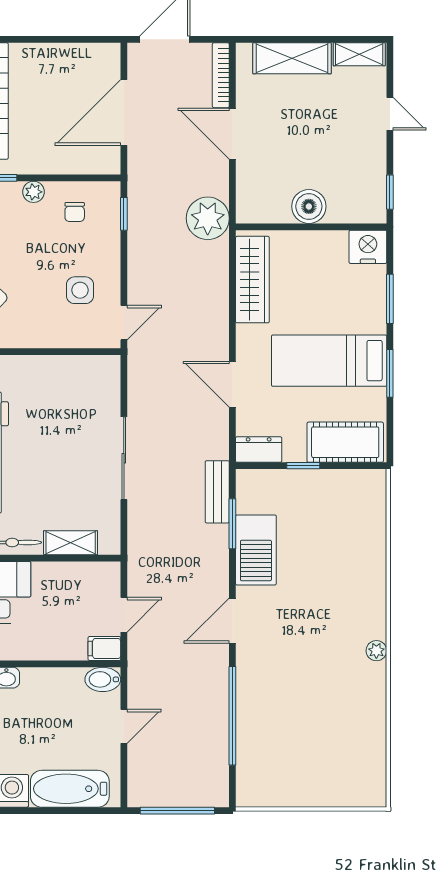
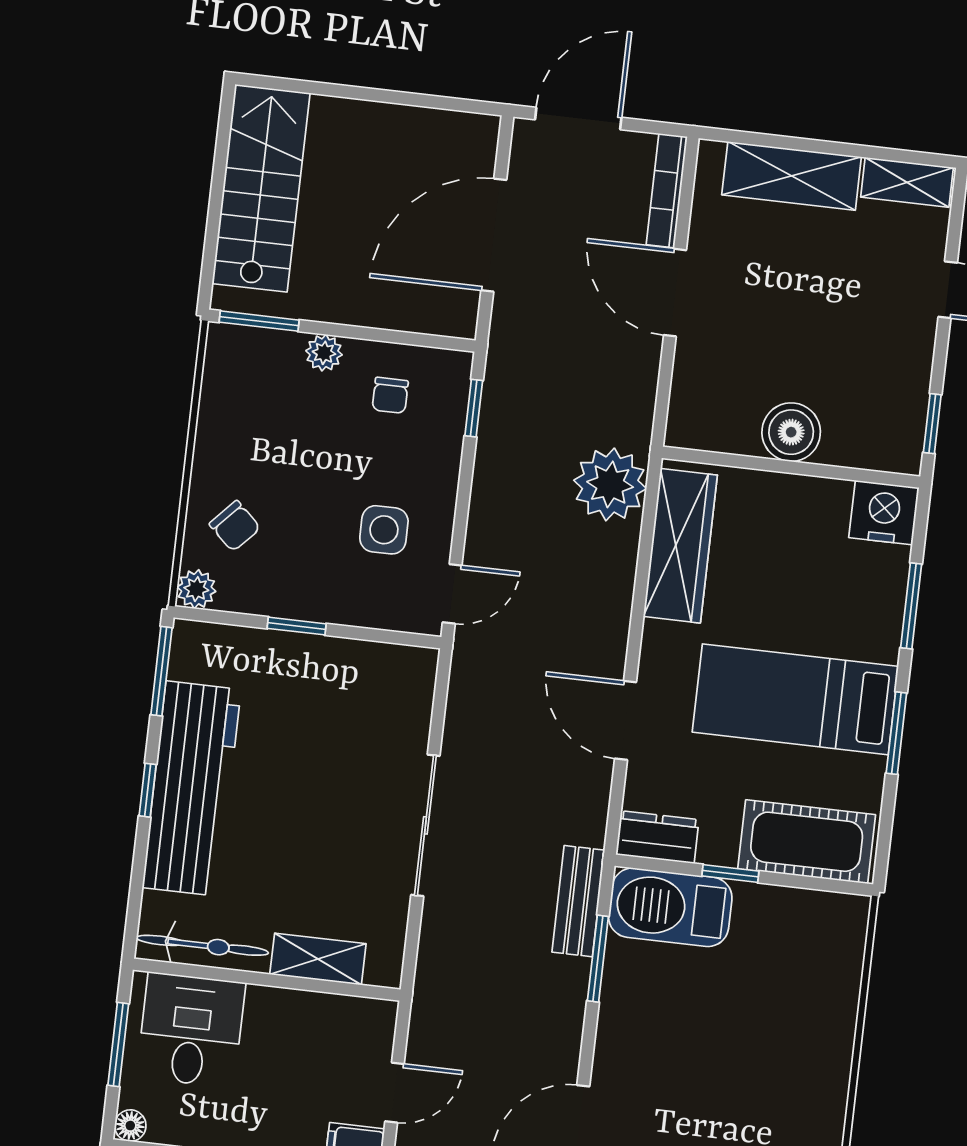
plant: (208, 218) -> (610, 484), moved
window: (36, 352) -> (297, 626), added
barbecue: (256, 550) -> (670, 907), moved, turned 90

